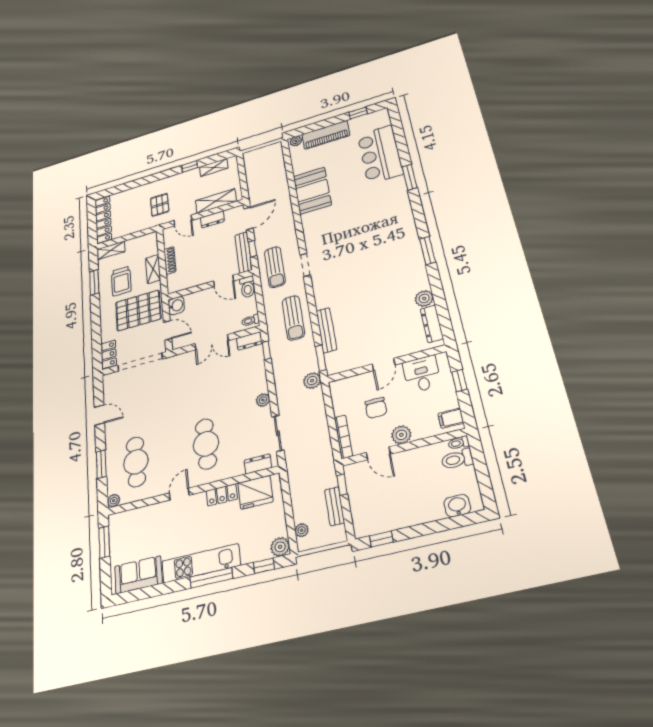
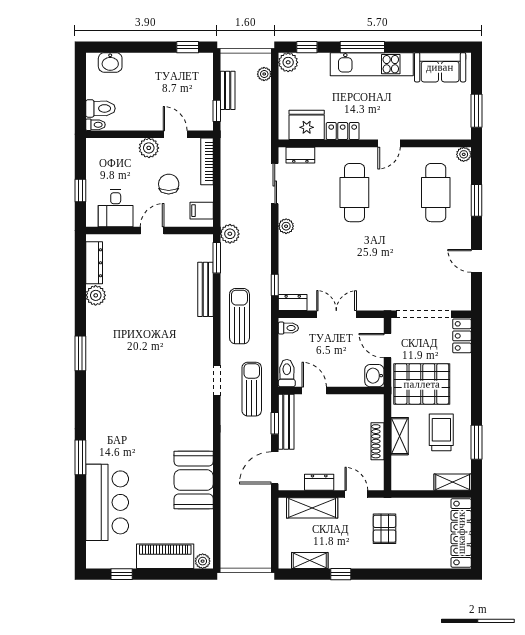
filing cabinet: (451, 418) -> (202, 211), moved, turned 180

